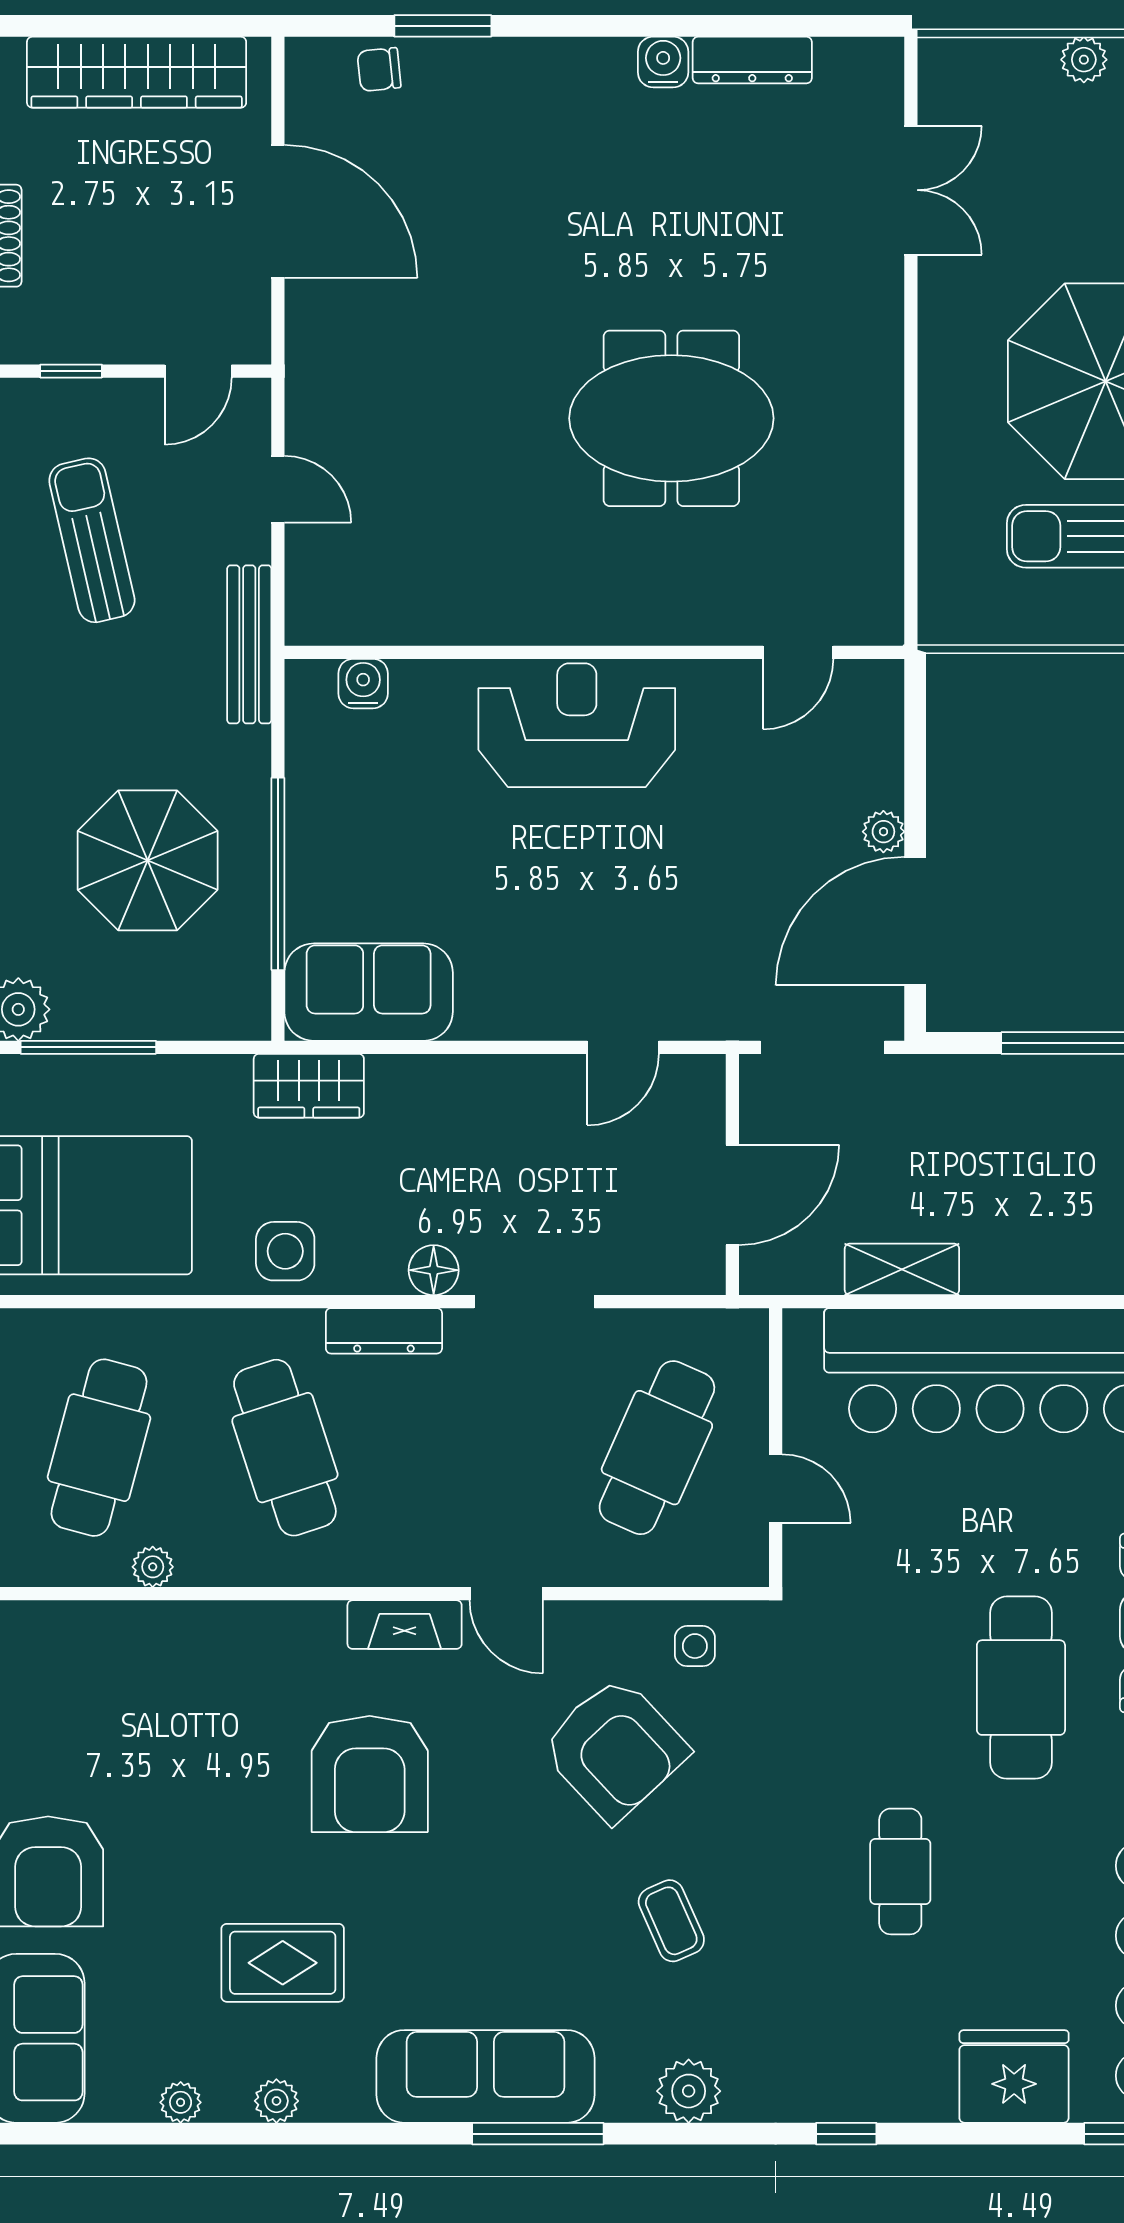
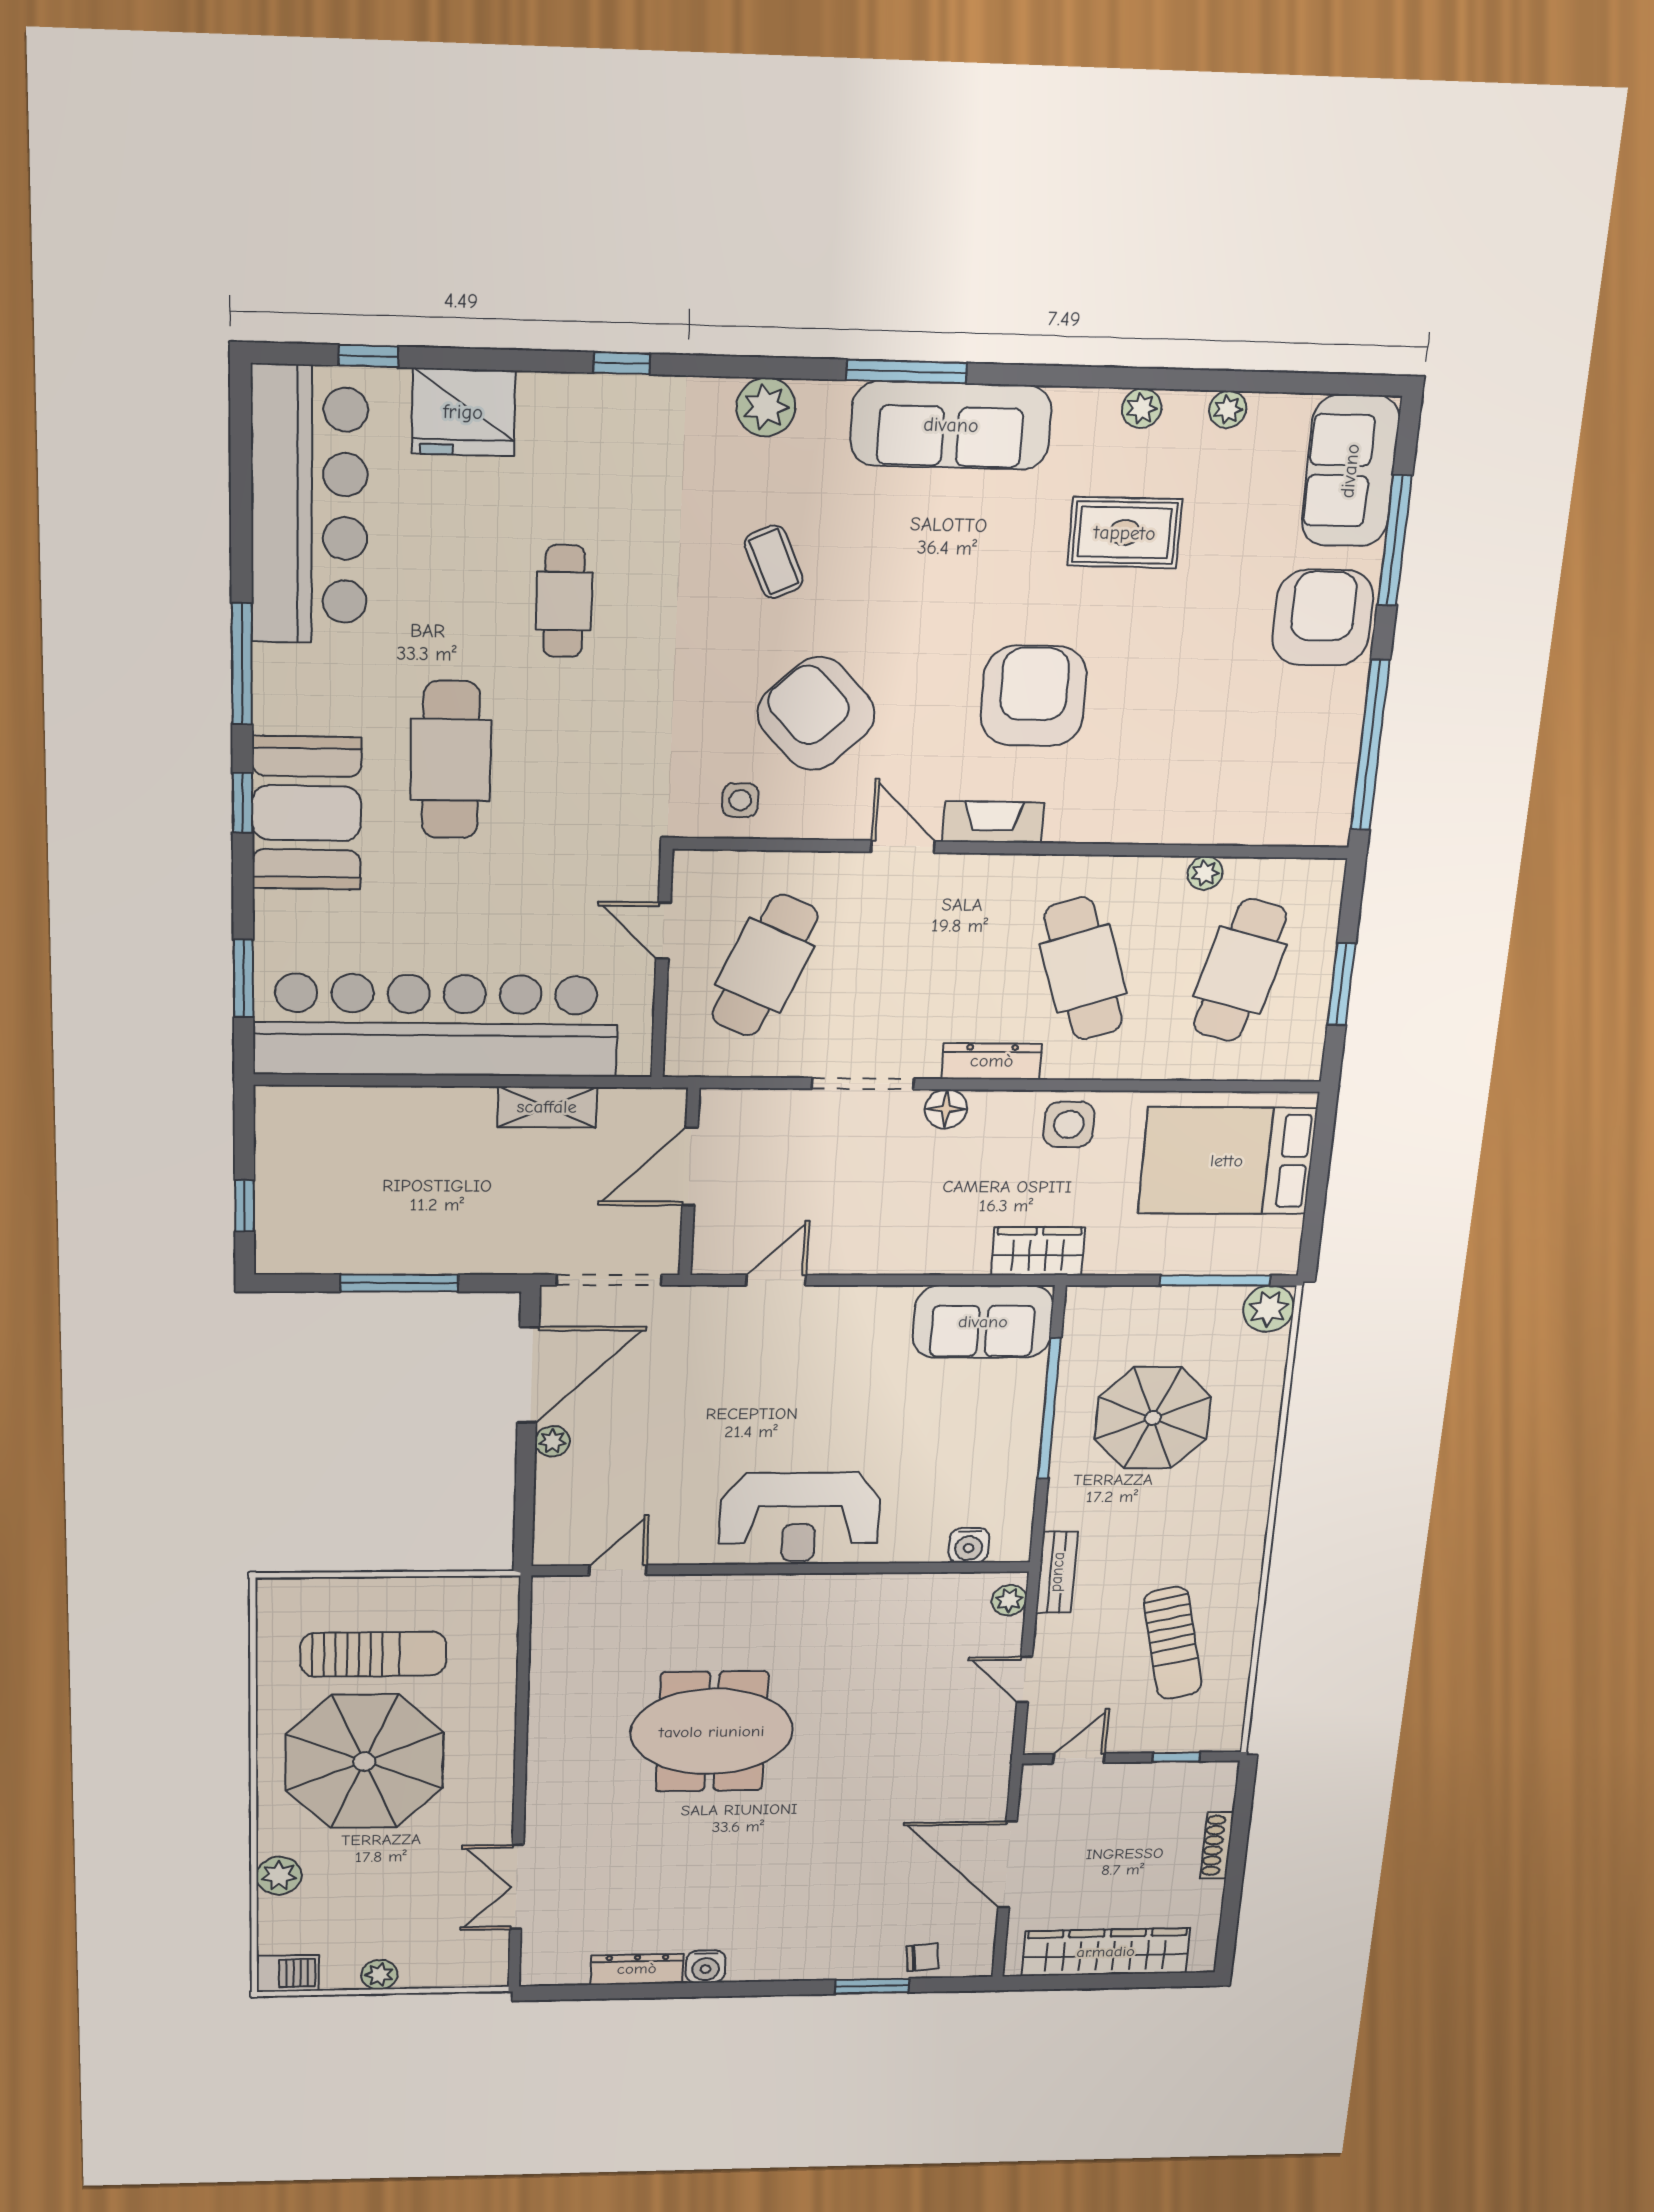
plant: (306, 605) -> (1009, 1600), added
bench: (249, 644) -> (1057, 1572), width x0.73

